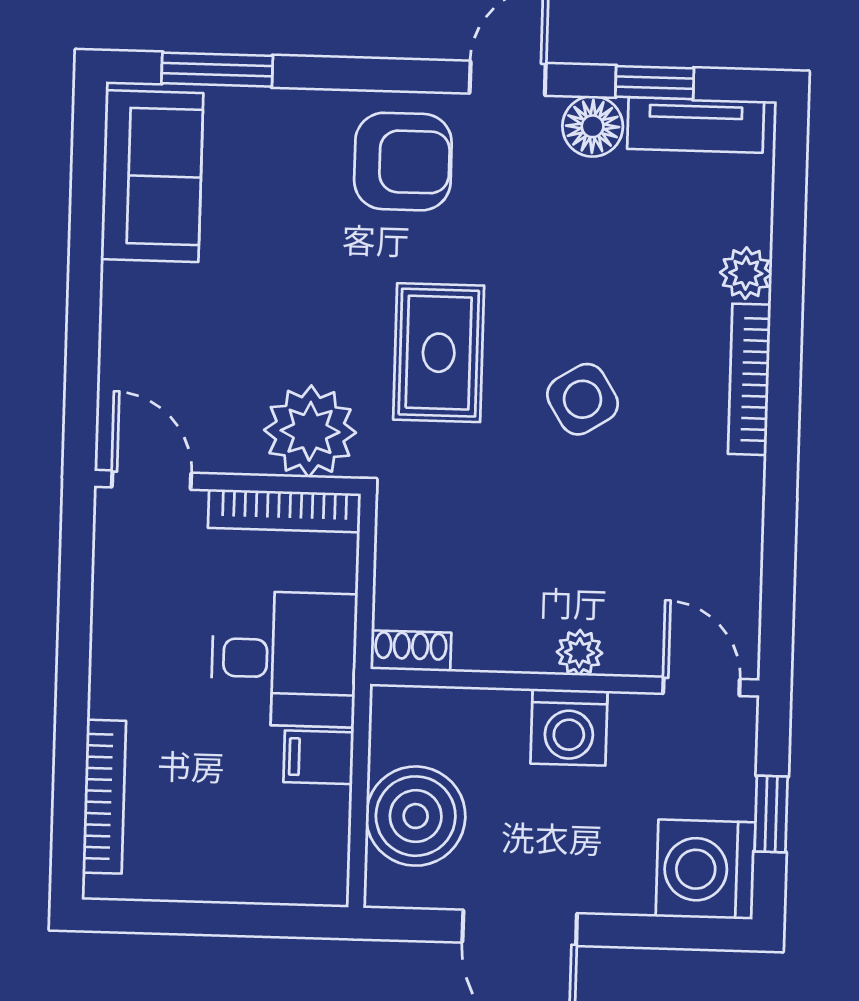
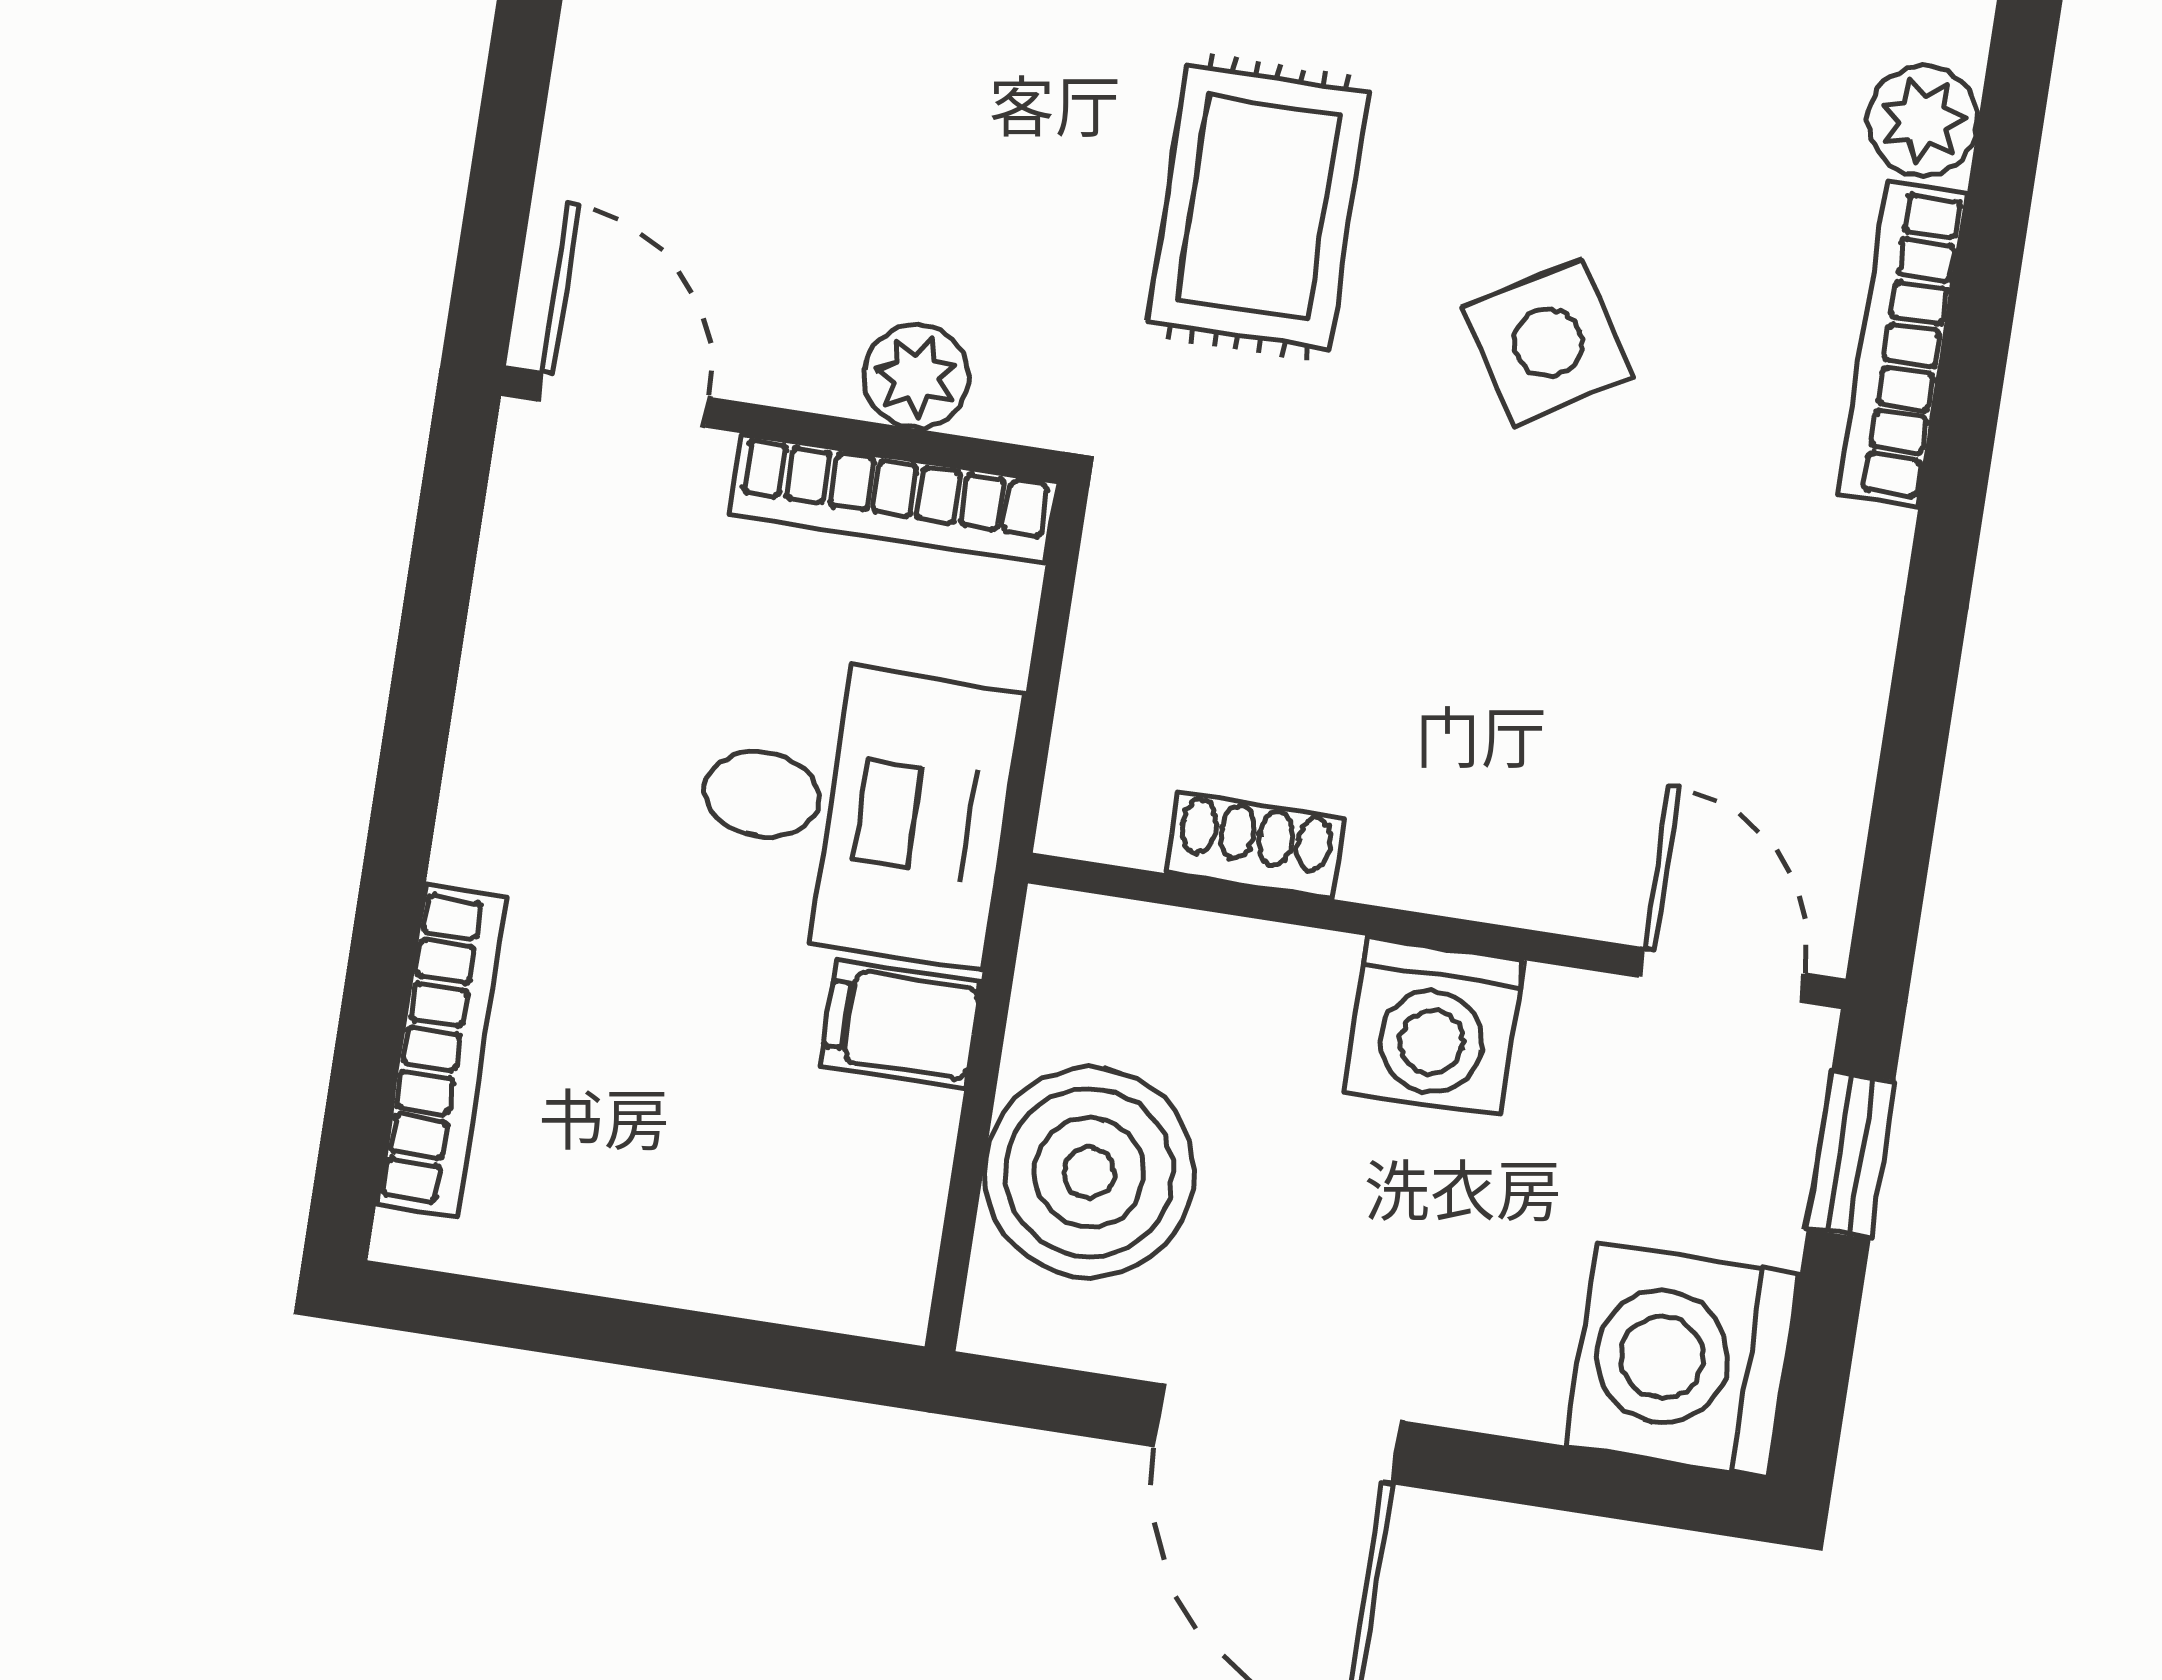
plant: (310, 431) -> (916, 376), width x0.53, depth x0.53
shoe rack: (411, 651) -> (1255, 846), moved
plant: (579, 653) -> (1475, 872), removed
window: (771, 814) -> (1851, 1155), moved

